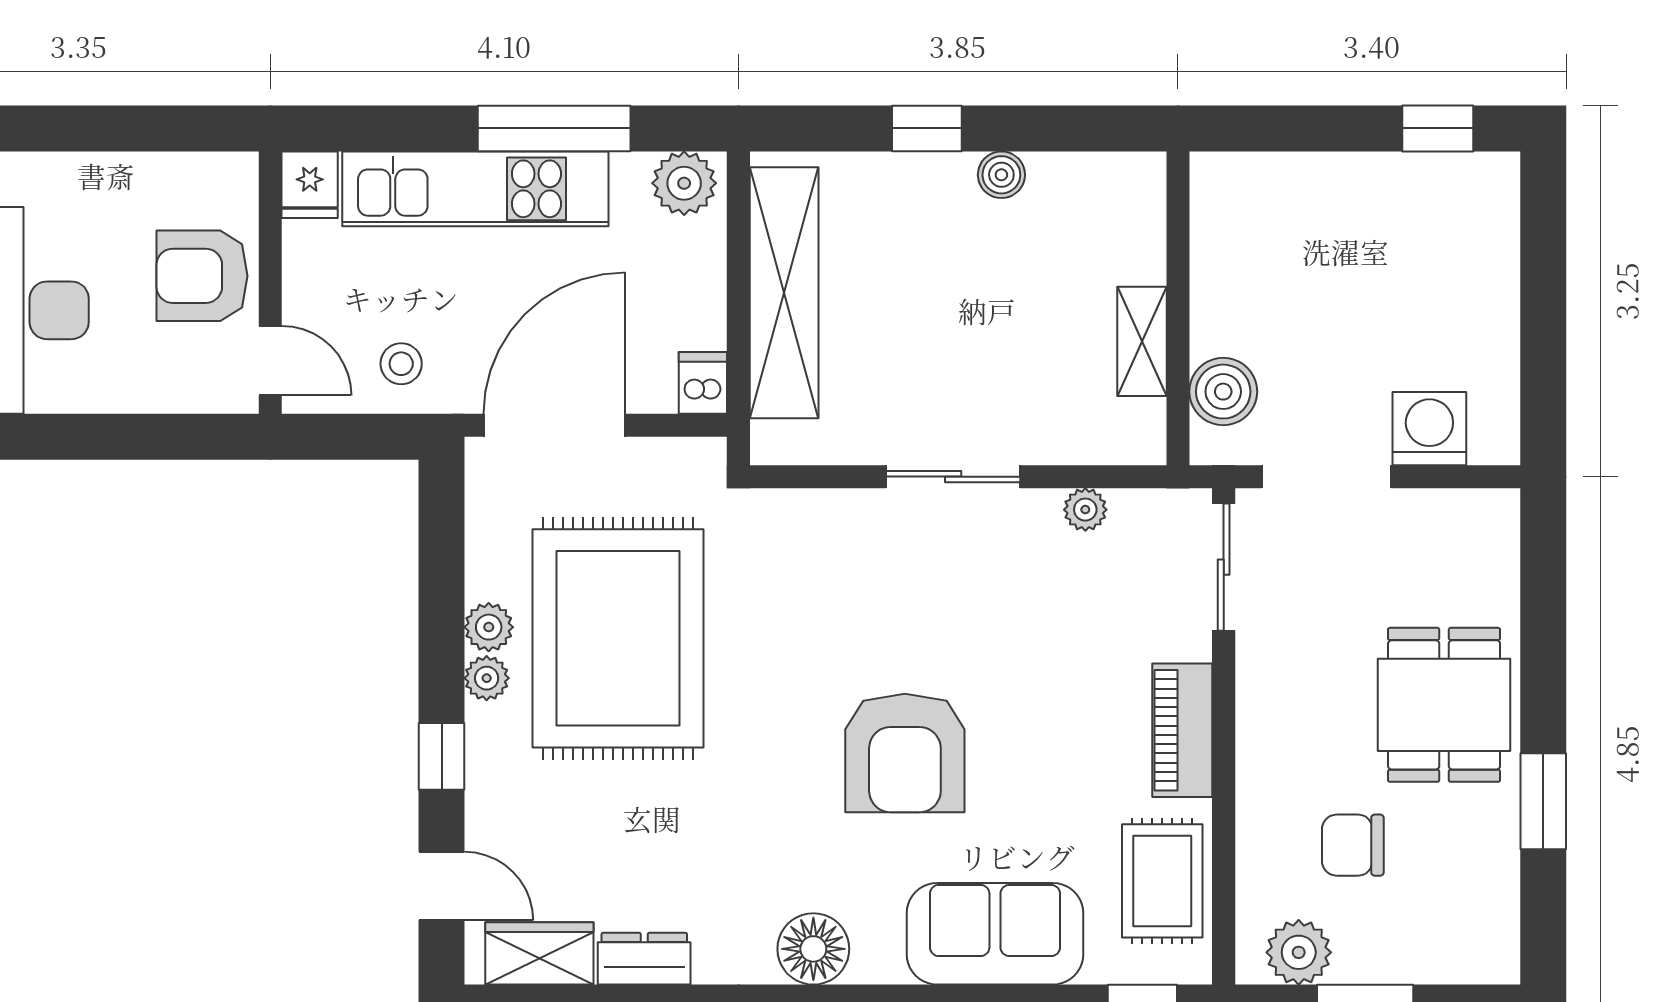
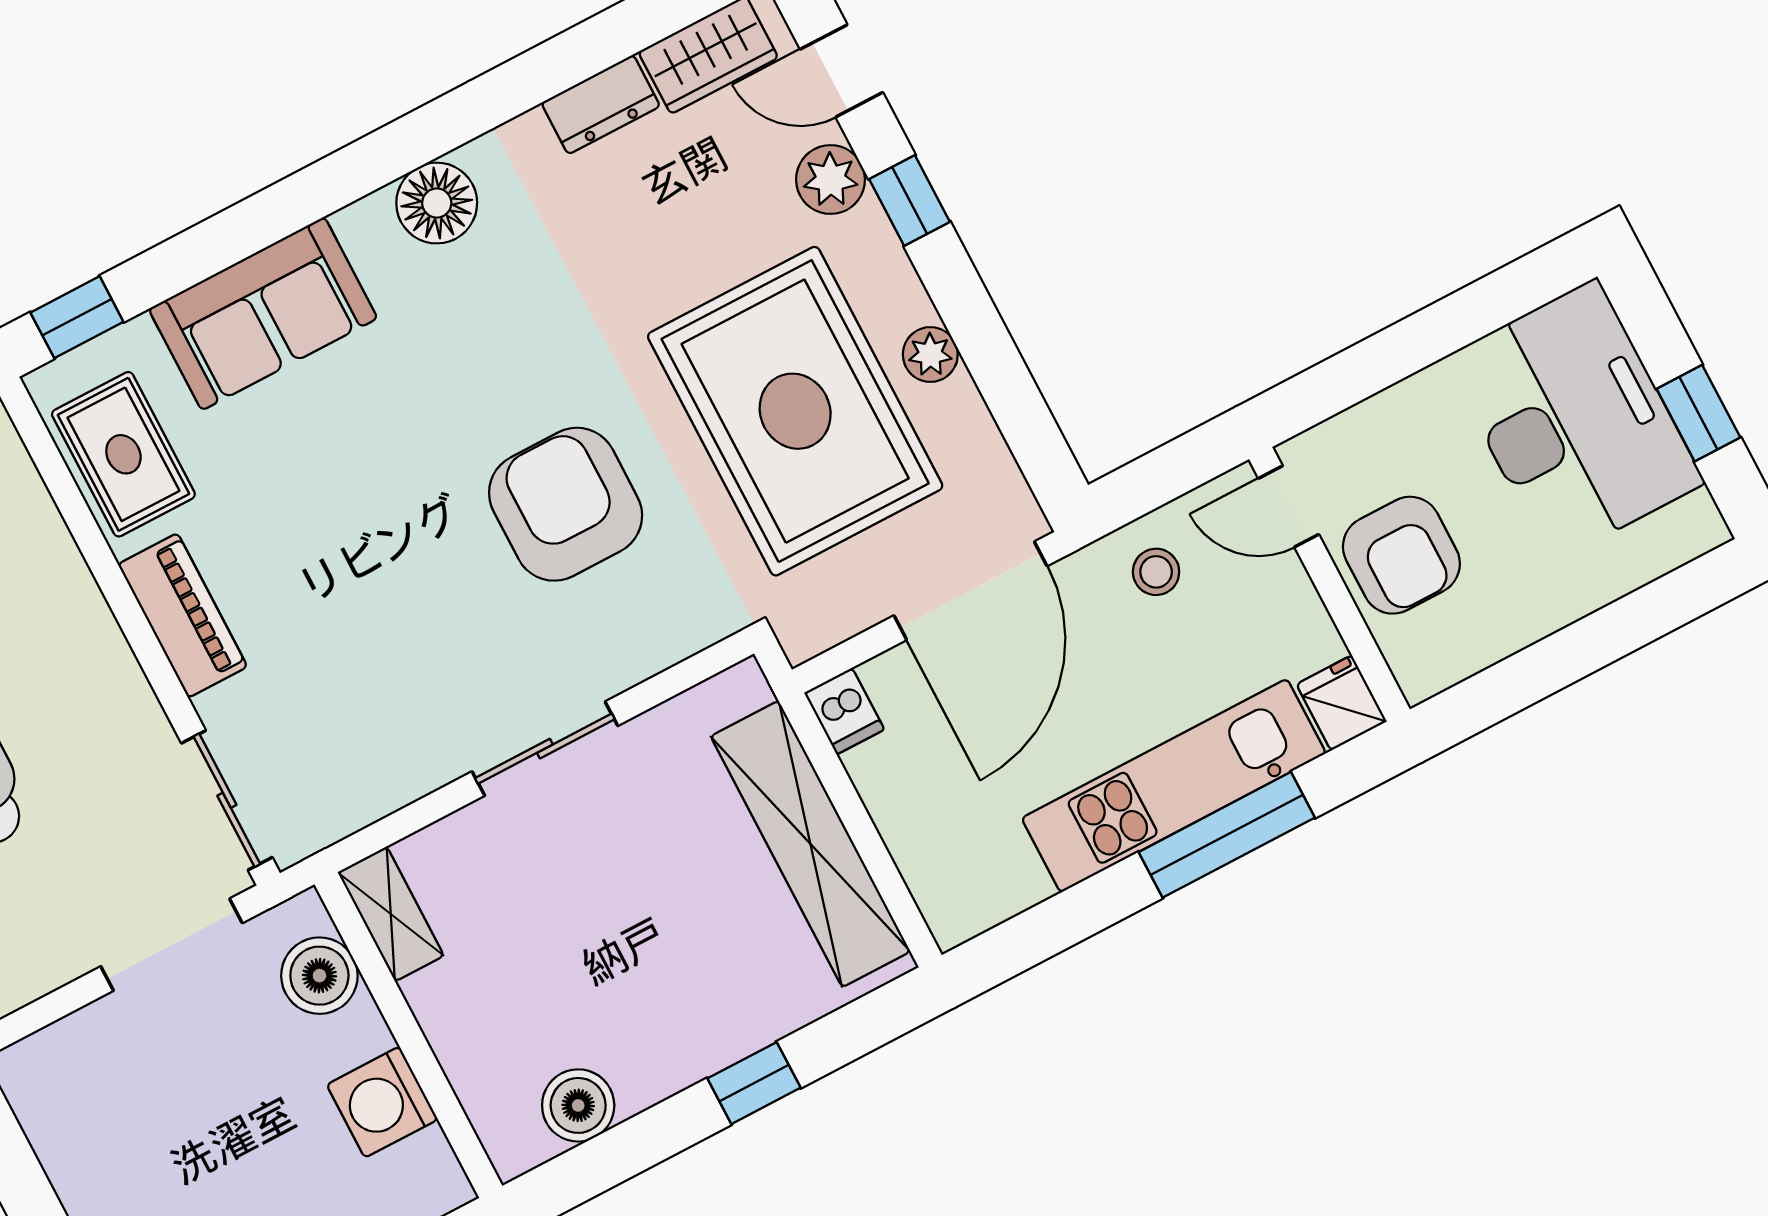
window: (554, 128) -> (1227, 835), moved
boiler: (1001, 175) -> (578, 1105), moved, width x1.36, depth x1.36
plant: (684, 183) -> (968, 901), removed
armchair: (202, 276) -> (1401, 555), turned 90
shelving: (1142, 341) -> (391, 914), moved
washing machine: (1429, 429) -> (382, 1102), moved, turned 90
plant: (1085, 510) -> (395, 785), removed
plant: (487, 678) -> (831, 180), moved, width x1.38, depth x1.38
armchair: (905, 753) -> (566, 504), moved

